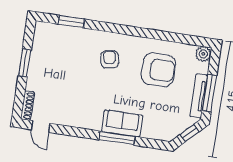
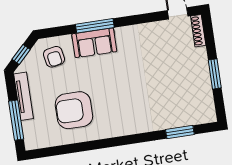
plant: (203, 54) -> (32, 141), removed
armchair: (110, 59) -> (54, 57), moved
window: (209, 93) -> (16, 120), moved

